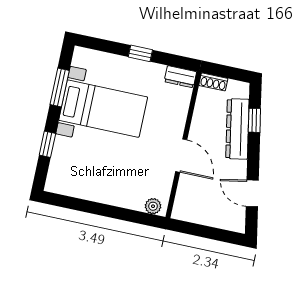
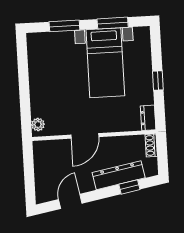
window: (47, 144) -> (64, 26), width x1.50

